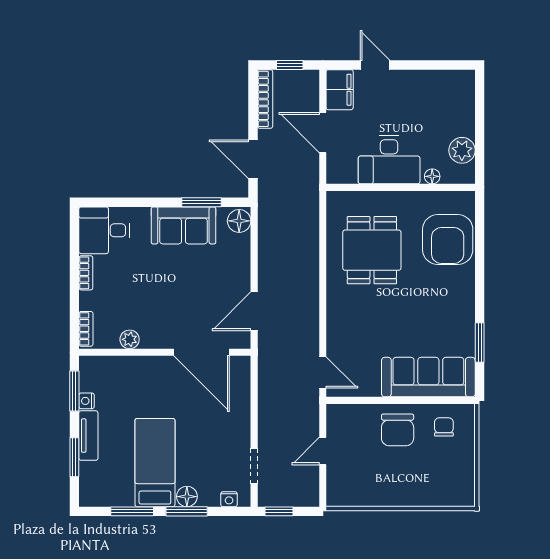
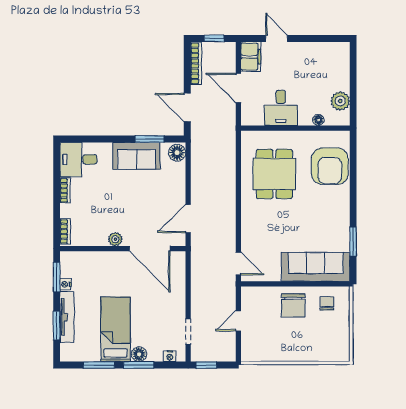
desk: (389, 160) -> (281, 108), width x0.73
plant: (130, 339) -> (115, 239), moved
tv unit: (88, 436) -> (67, 317), width x1.41

